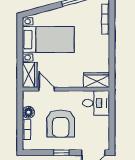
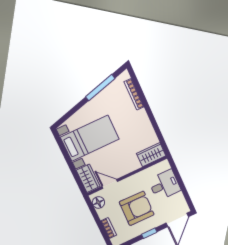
desk: (96, 103) -> (165, 185), moved
floor lamp: (28, 112) -> (98, 202), moved
armchair: (61, 124) -> (137, 208), turned -89

